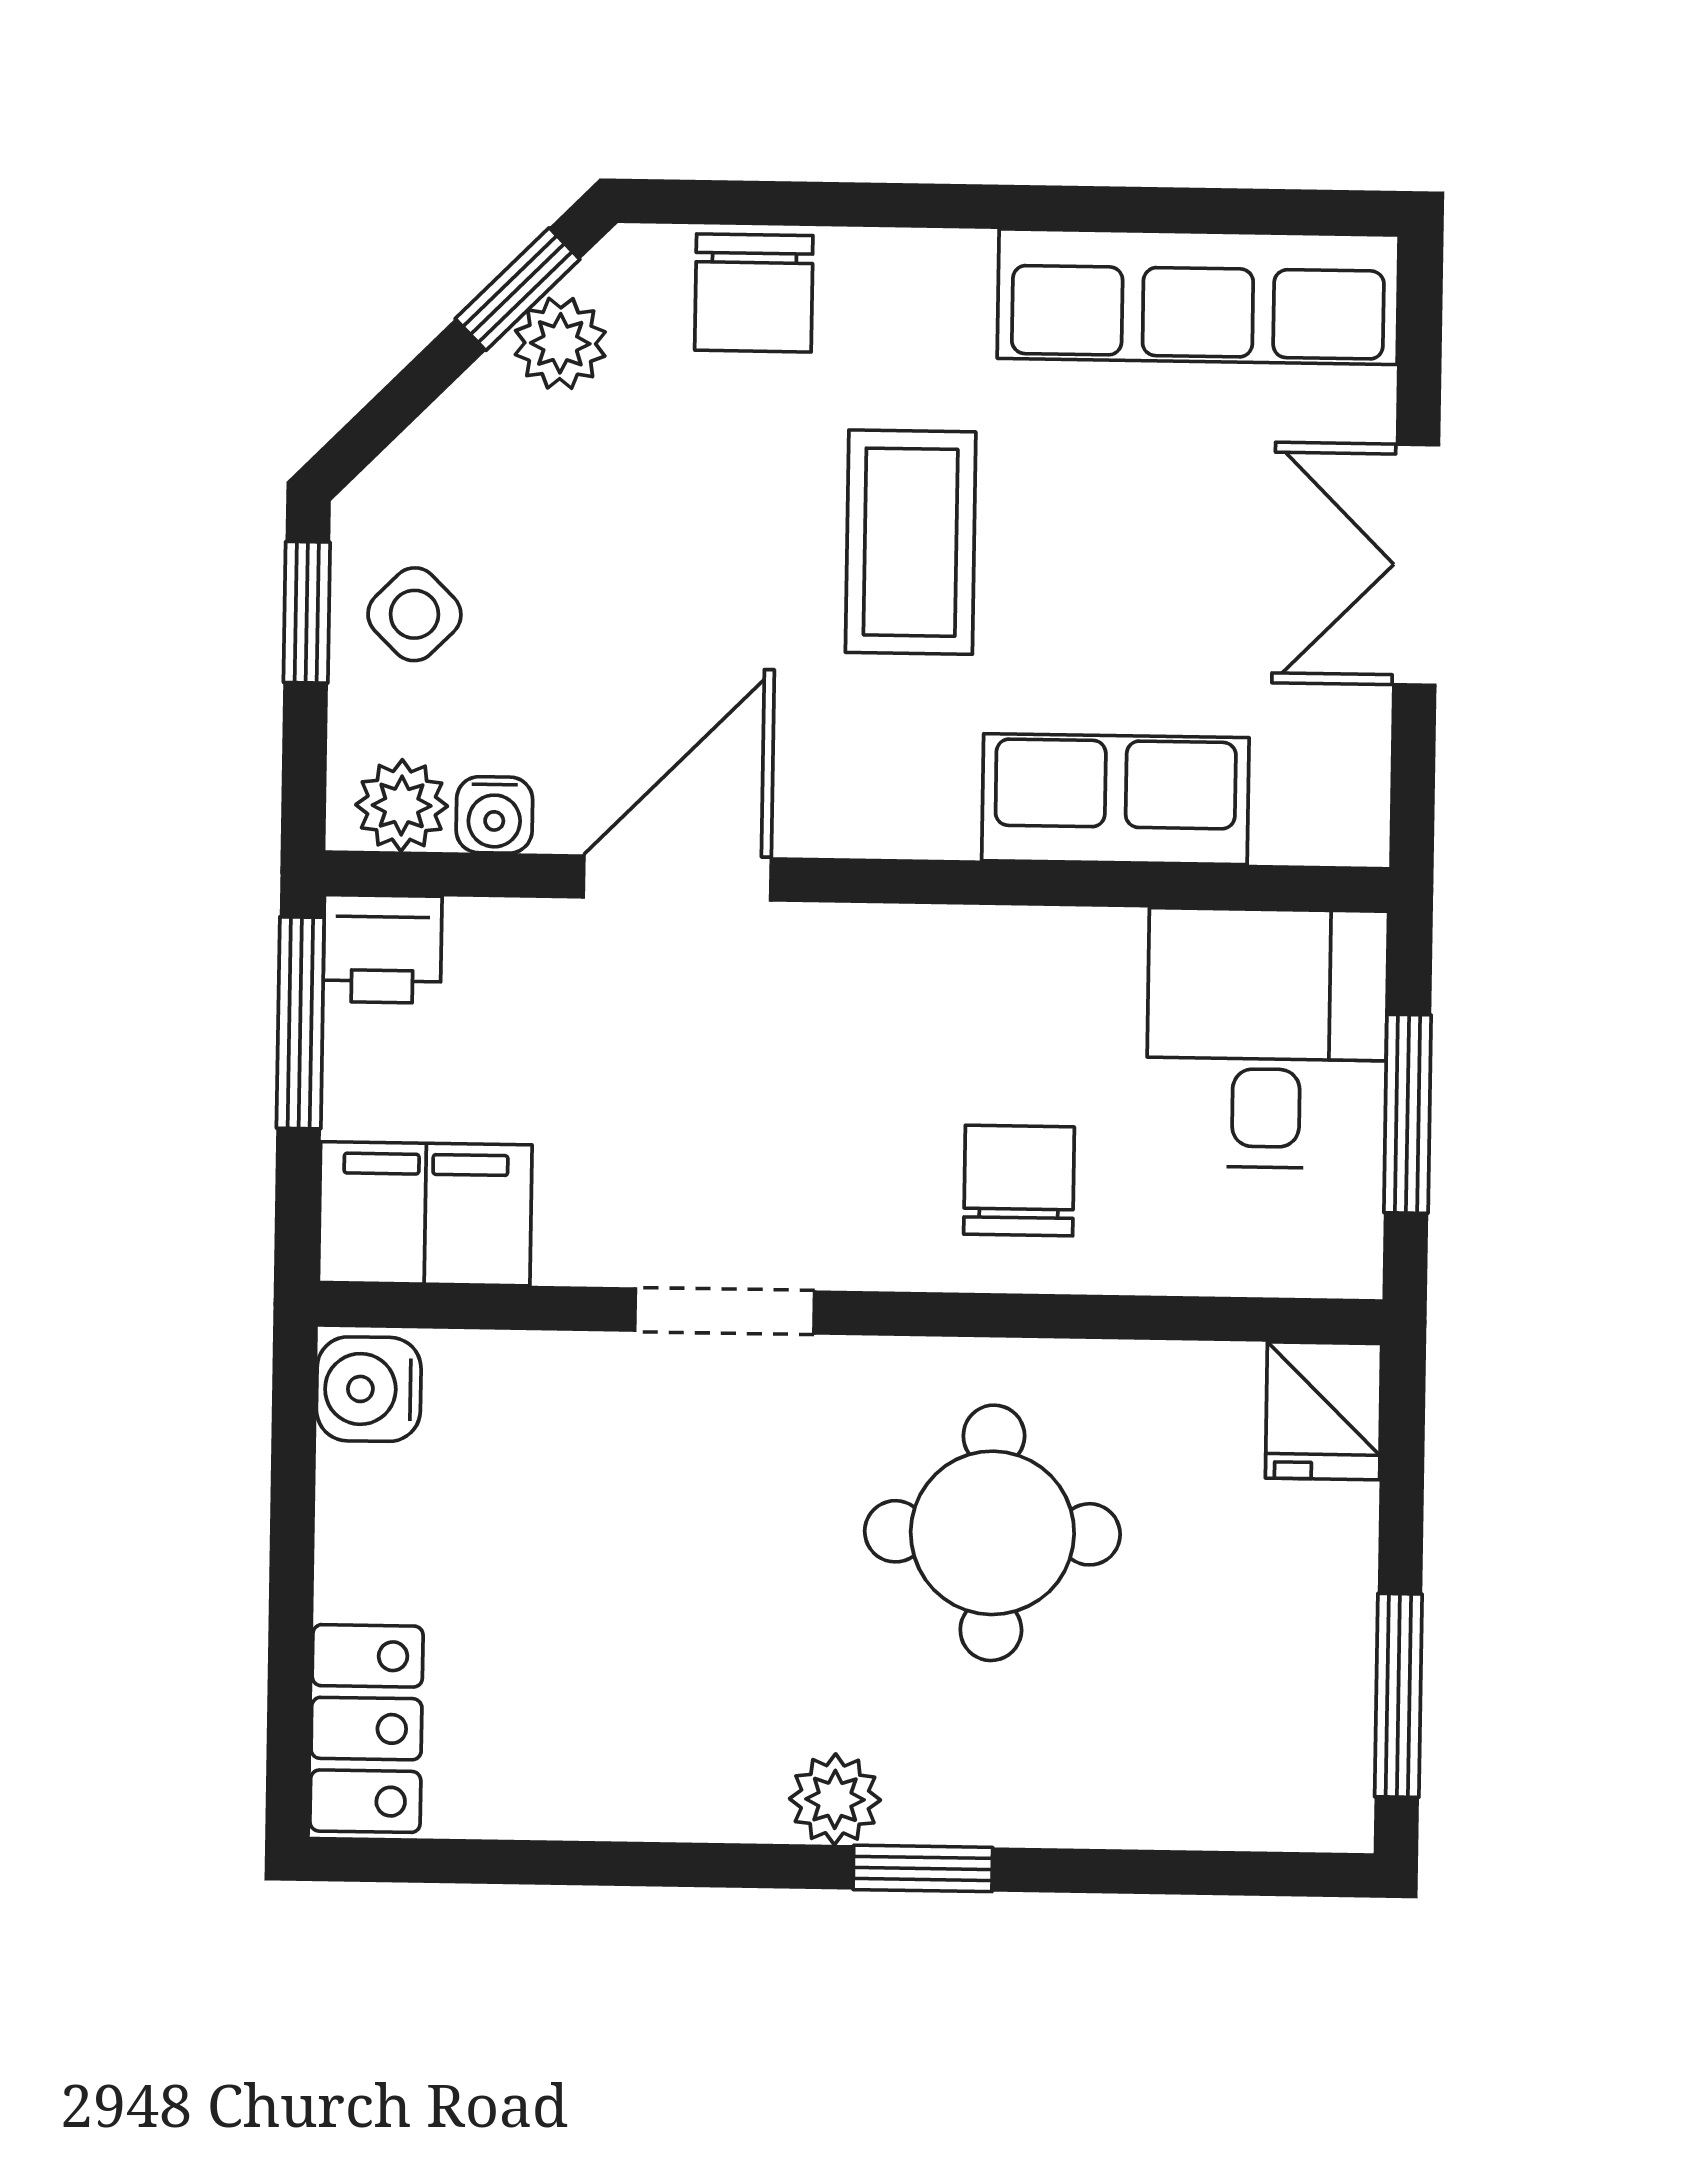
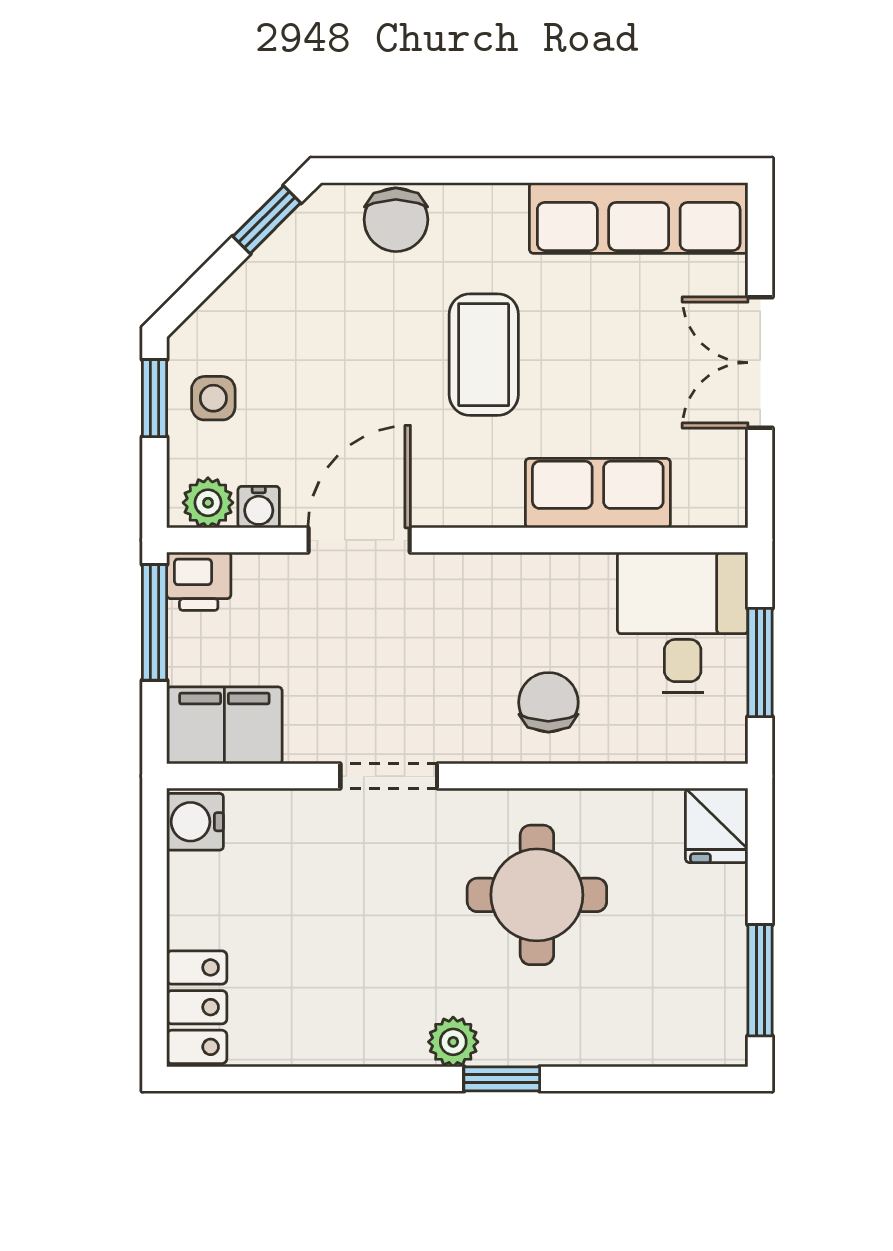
plant: (560, 343) -> (291, 249), removed
side table: (414, 614) -> (213, 398), turned 45

